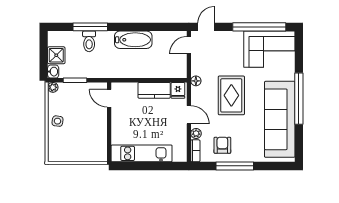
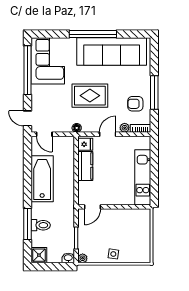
bathtub: (133, 40) -> (42, 179), width x1.36, depth x1.36
shower: (56, 55) -> (39, 255), moved

